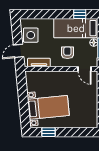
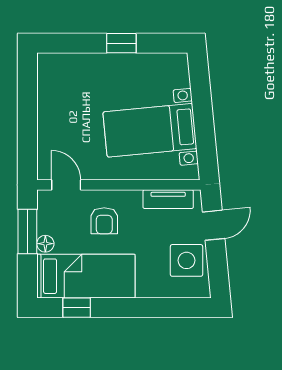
bed with nightstands: (48, 107) -> (150, 130), moved
window: (49, 132) -> (121, 43), moved

